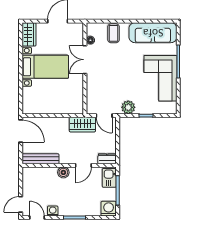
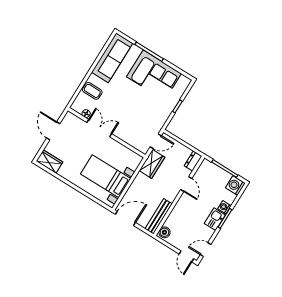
double door: (85, 60) -> (99, 128), swing flipped
bed with nightstands: (45, 67) -> (106, 176), moved, turned -90
plant: (128, 107) -> (161, 117), removed
boiler: (63, 172) -> (164, 232), moved
kitchen sink: (109, 178) -> (215, 219), moved, turned 90
washing machine: (53, 211) -> (224, 207), moved

